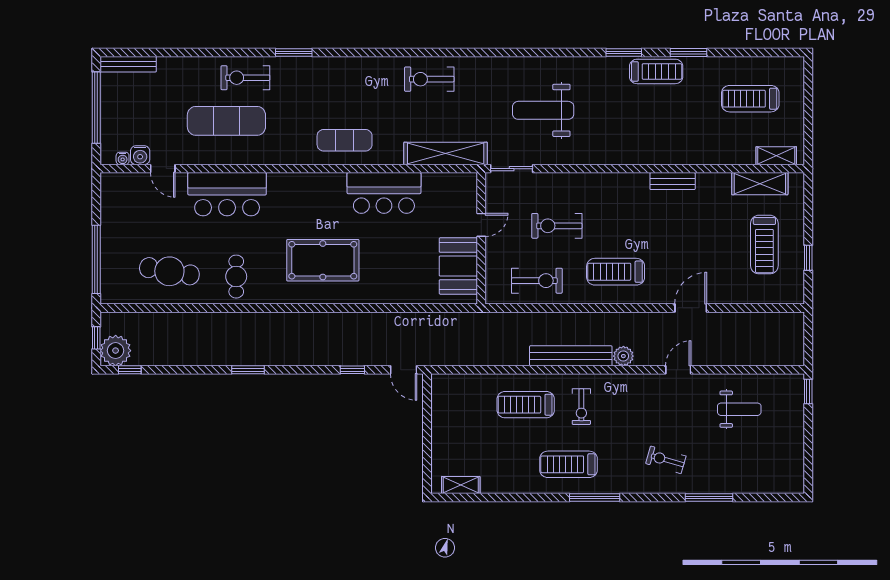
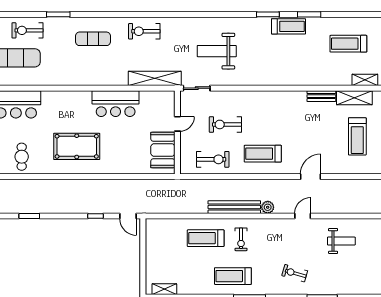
exercise mat: (345, 140) -> (93, 39), moved
bench: (673, 181) -> (321, 96), moved

